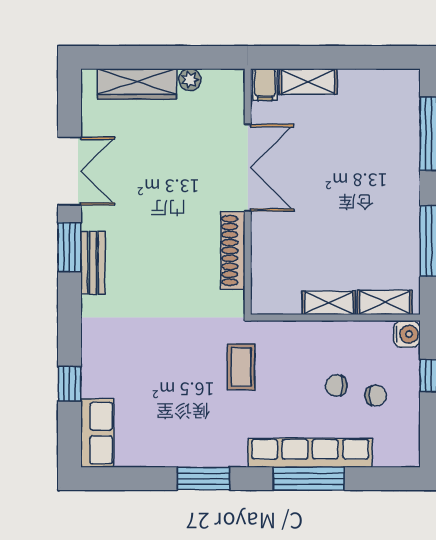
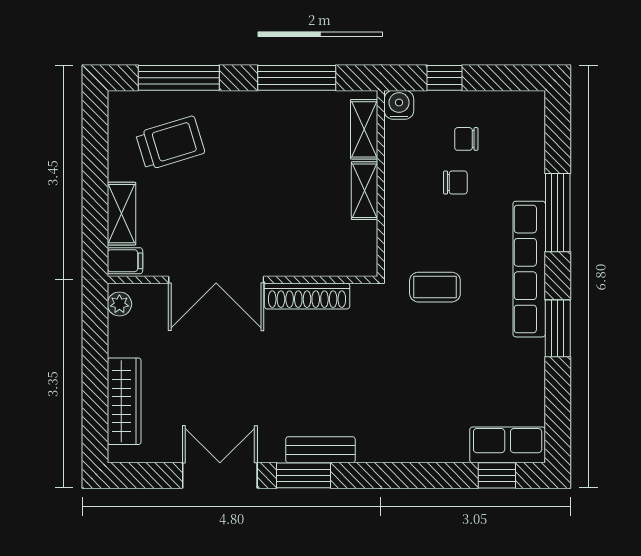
plant: (190, 80) -> (119, 304), moved
trolley: (372, 126) -> (170, 143), added
double door: (248, 168) -> (216, 280), swing flipped
window: (70, 384) -> (497, 475), moved
chair: (336, 385) -> (455, 182), turned -90
chair: (376, 395) -> (466, 139), turned -90
row of seats: (310, 453) -> (529, 269), moved

